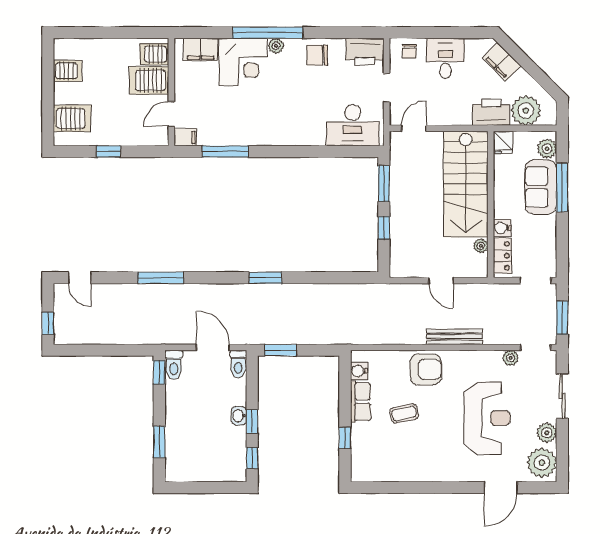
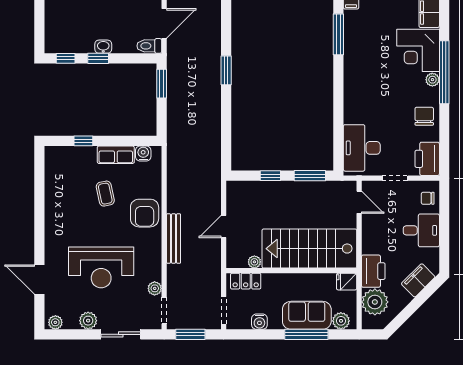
water cooler: (502, 228) -> (259, 322), moved, turned 180
plant: (542, 463) -> (55, 322), width x0.53, depth x0.53

